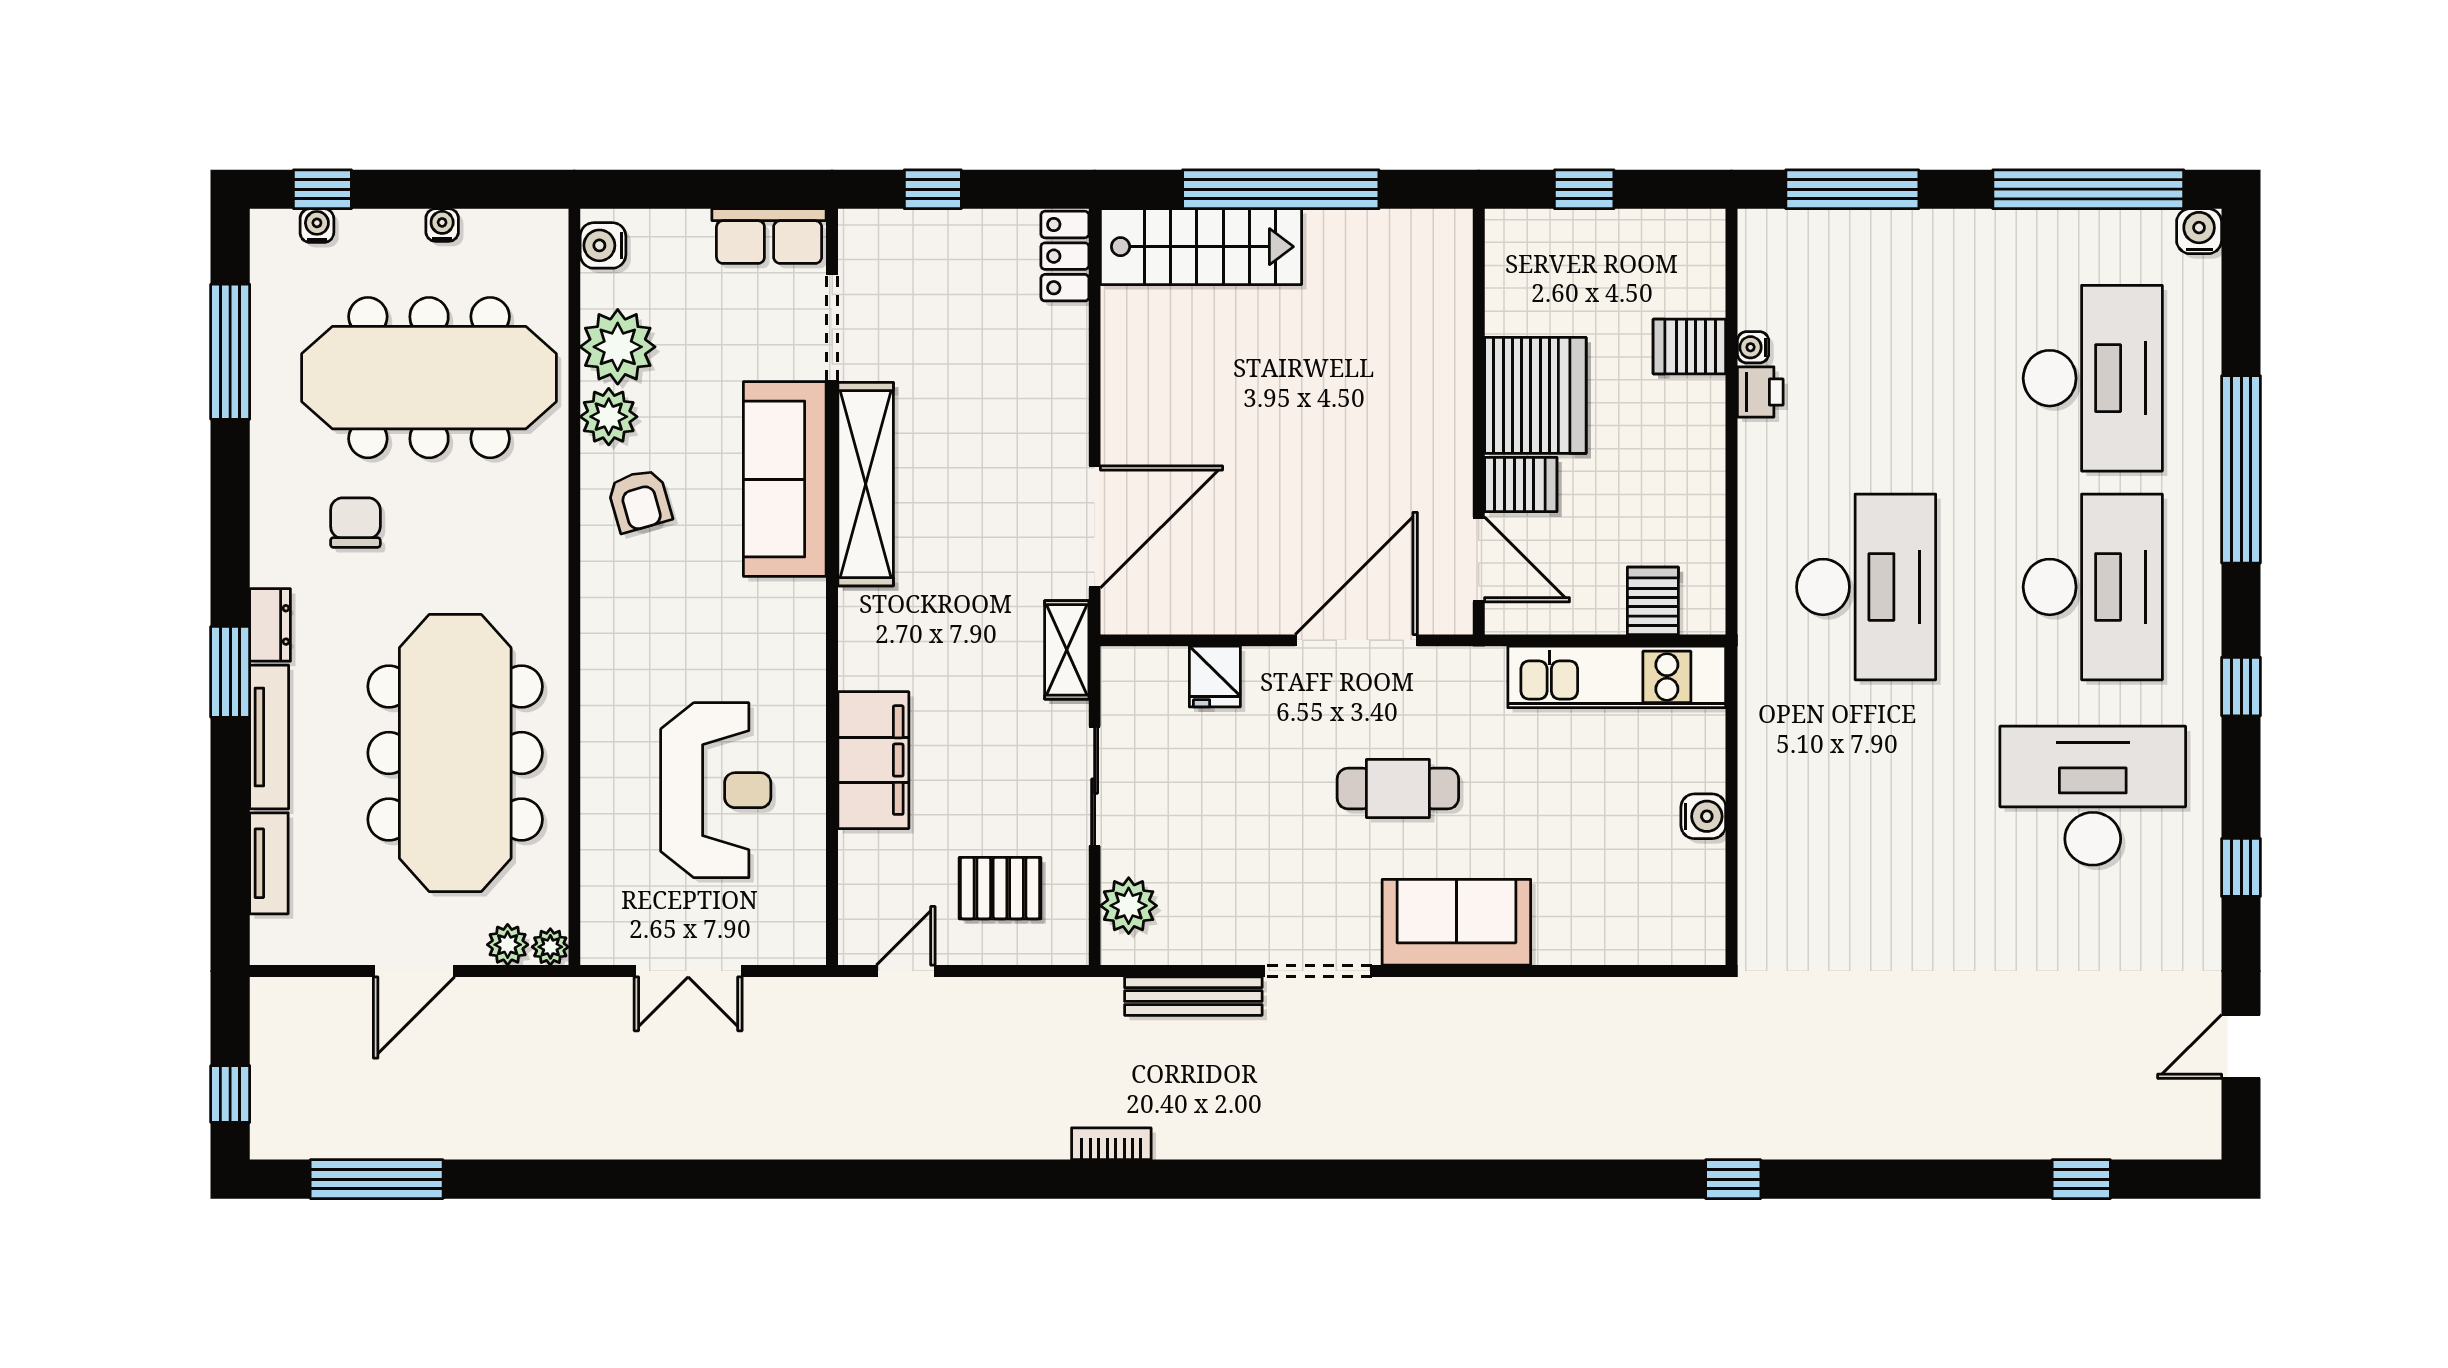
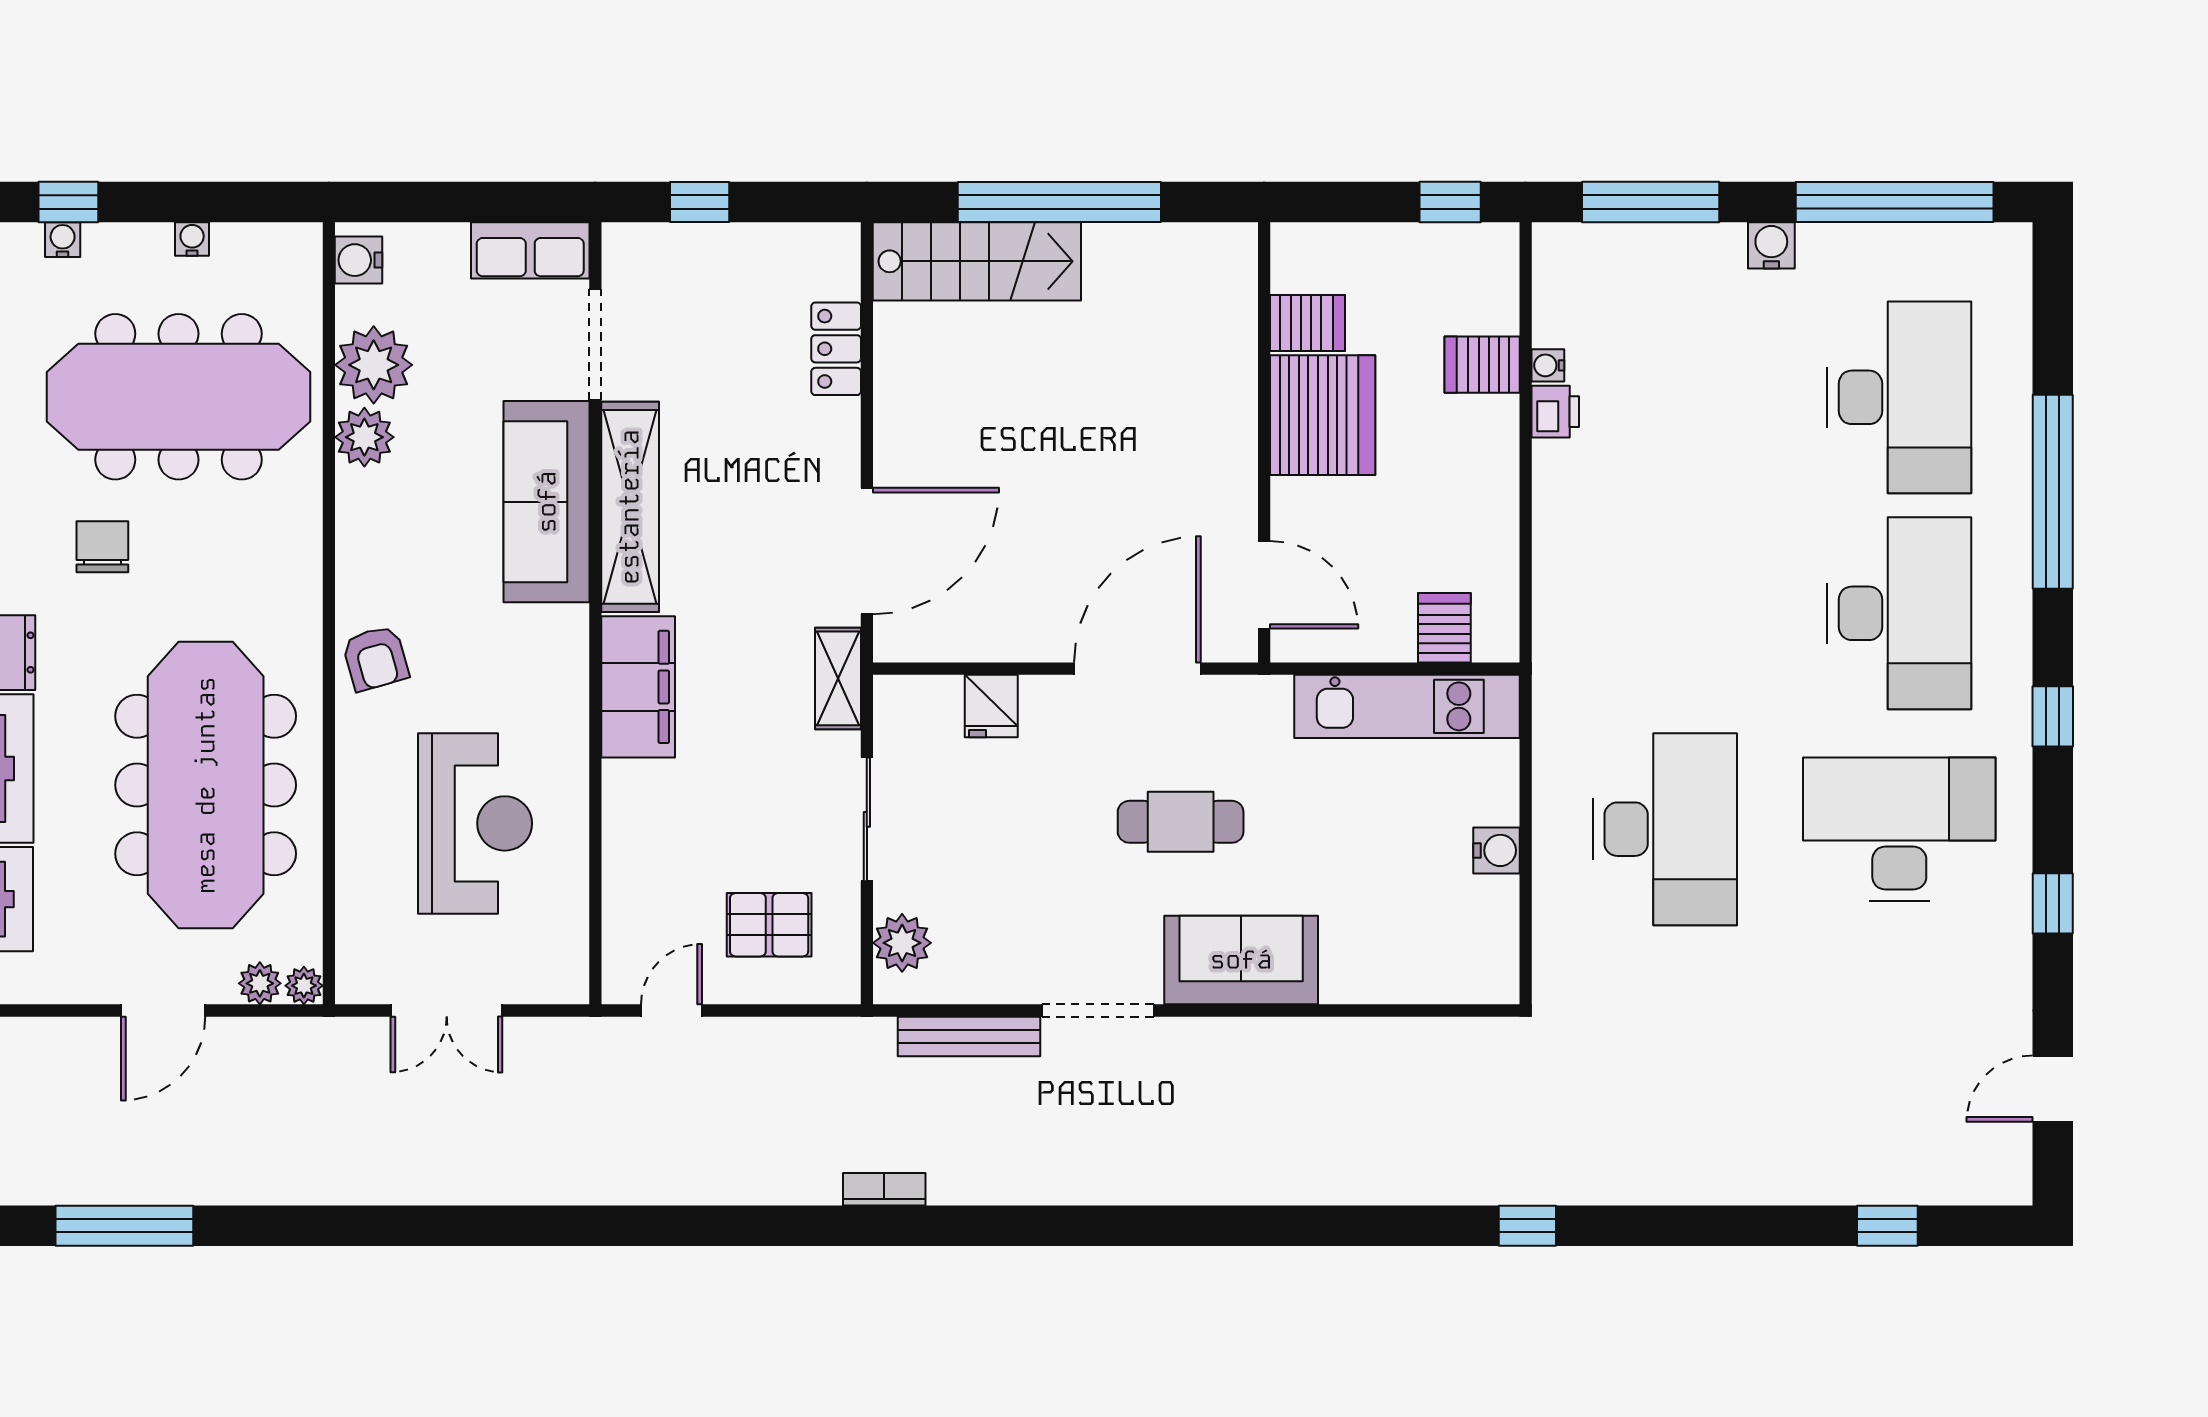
window: (1584, 189) -> (1450, 202), moved
water cooler: (2199, 231) -> (1771, 245), moved
locker: (1065, 256) -> (836, 349), moved
server rack: (1521, 485) -> (1308, 323), moved
armchair: (639, 500) -> (375, 658), moved
desk: (1866, 587) -> (1665, 829), moved
filing cabinet: (873, 760) -> (638, 687), moved

